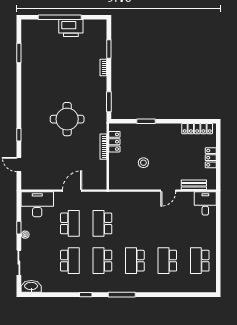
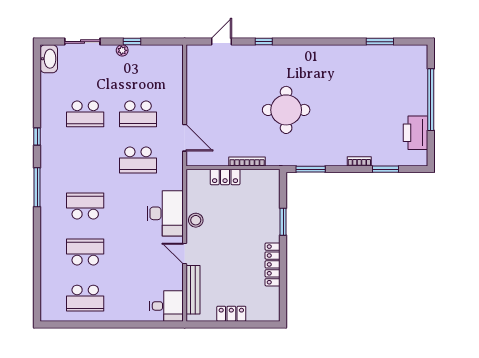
printer: (71, 28) -> (415, 133), moved
locker: (197, 129) -> (273, 264), moved
locker: (114, 142) -> (225, 177), moved
stool: (143, 163) -> (196, 220), moved
bench: (194, 185) -> (193, 290), width x1.36
door: (72, 191) -> (185, 138), moved
desk: (37, 204) -> (165, 213), moved
school desk: (102, 223) -> (138, 160), turned 180
school desk: (102, 261) -> (85, 160), removed
school desk: (200, 261) -> (85, 298), turned 180

